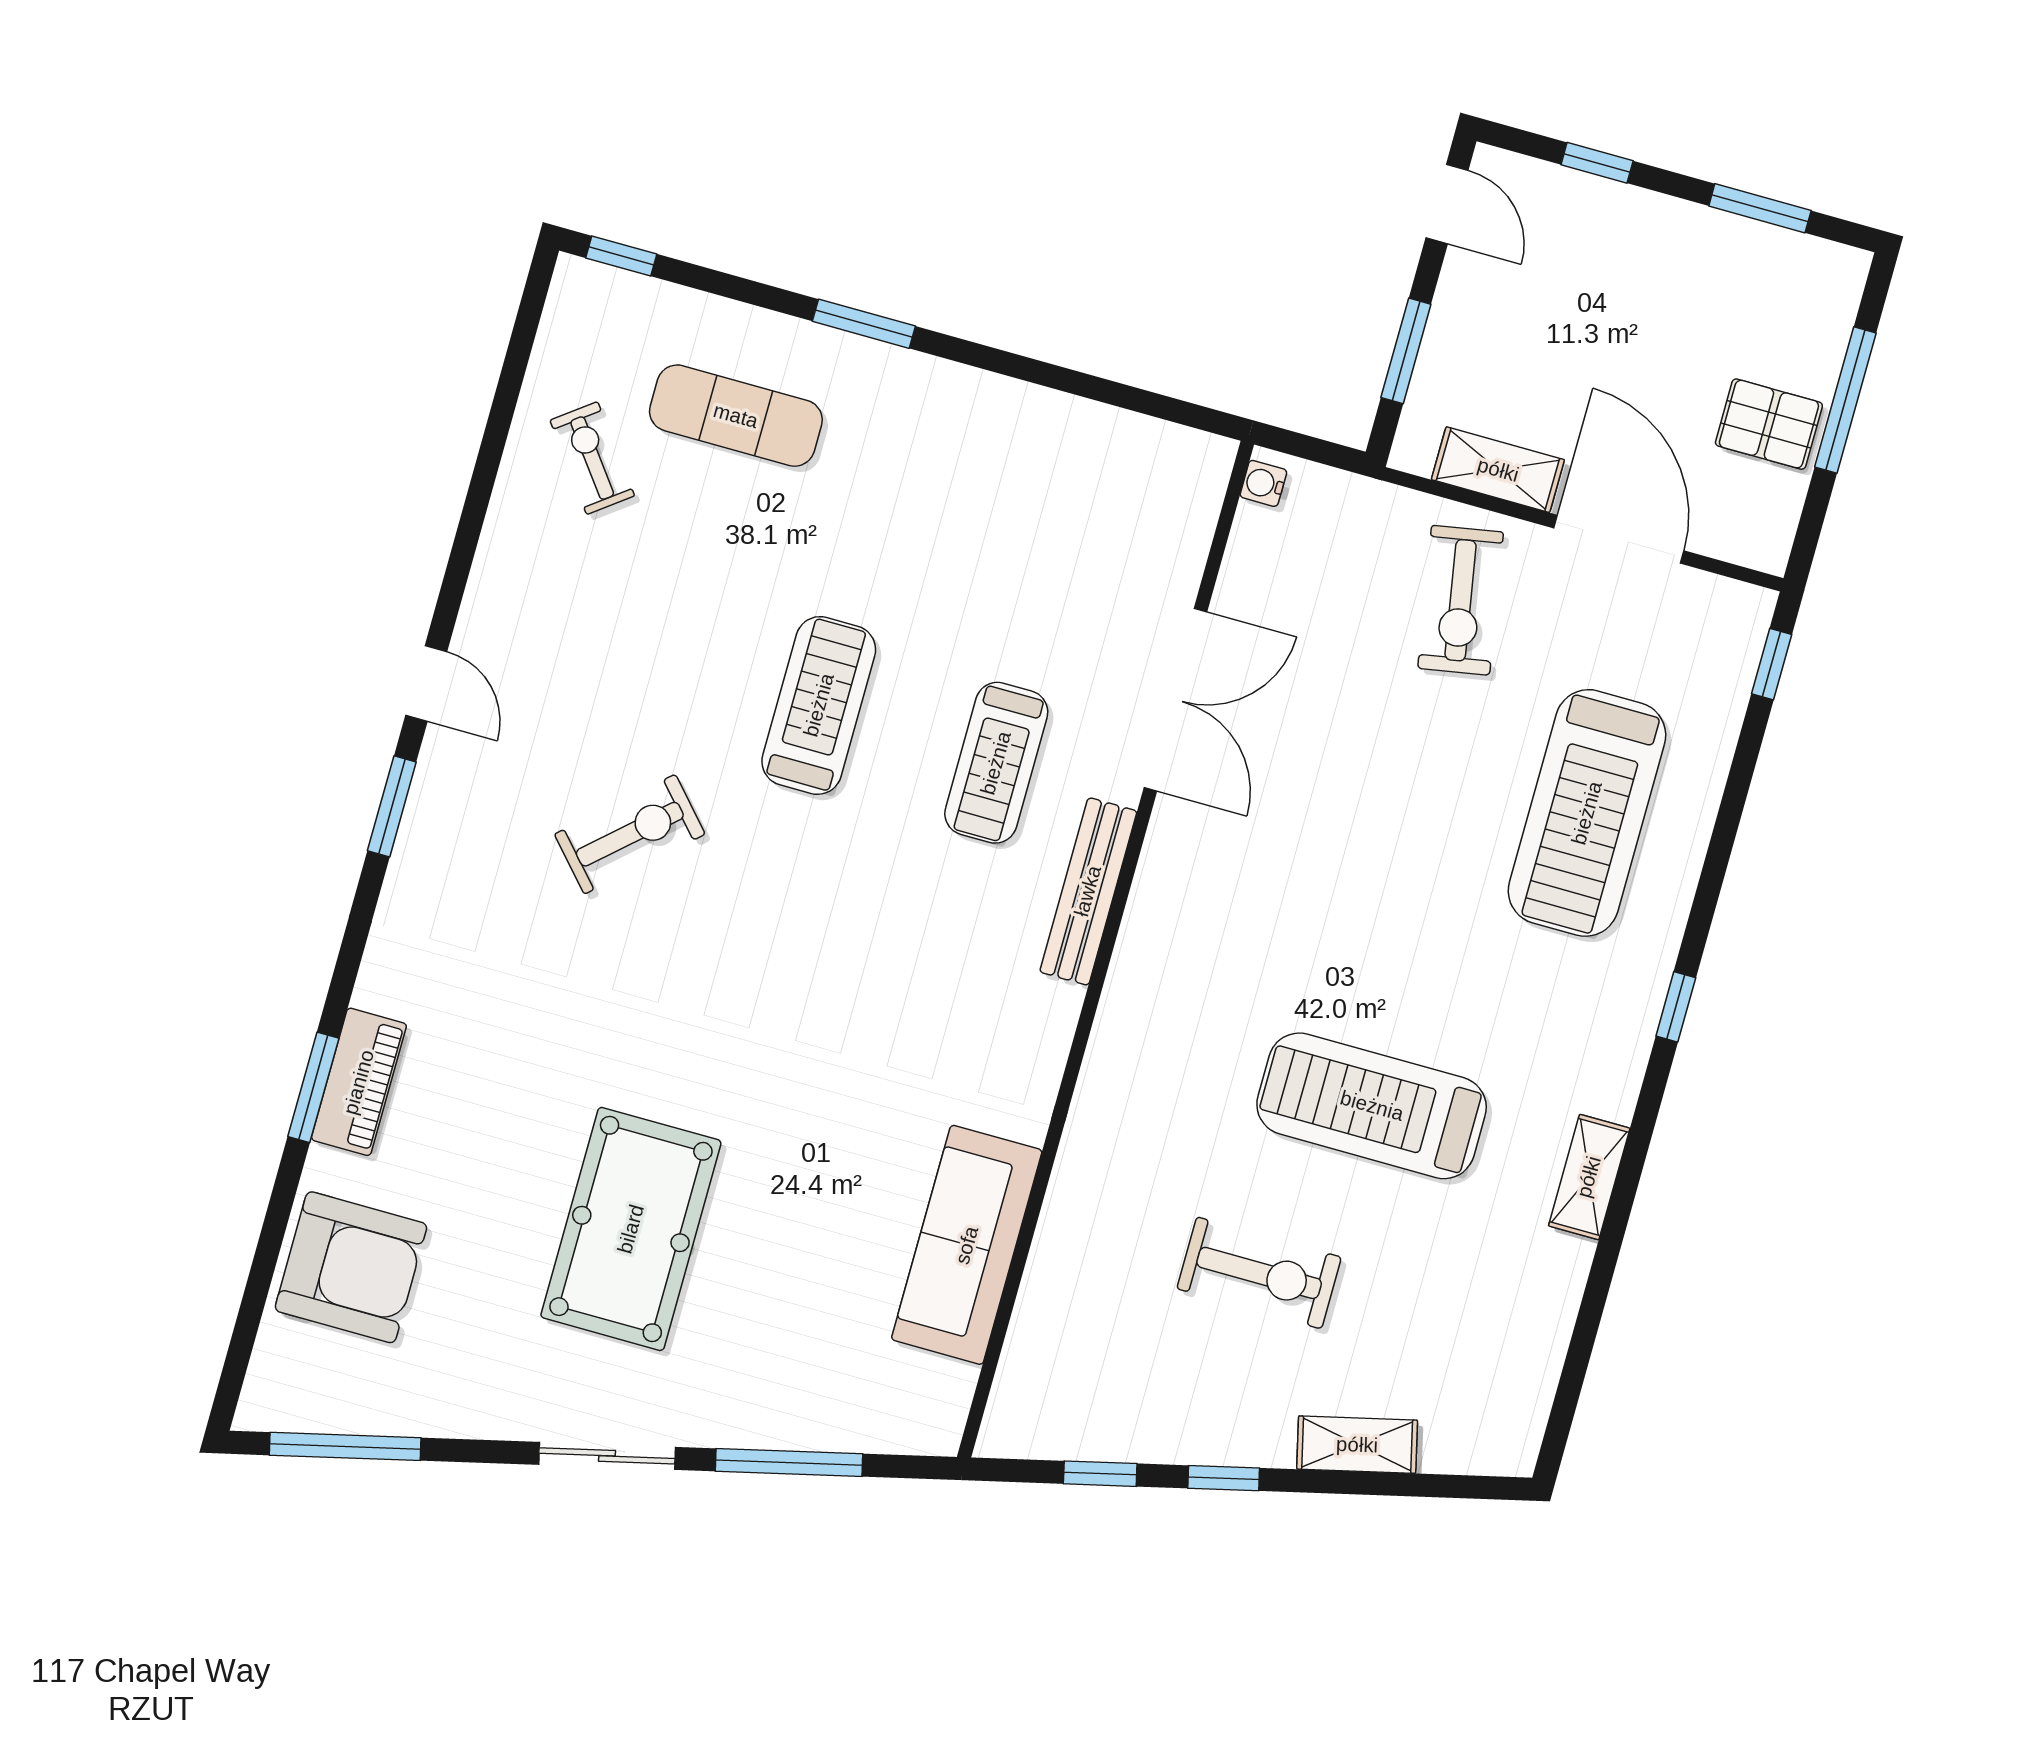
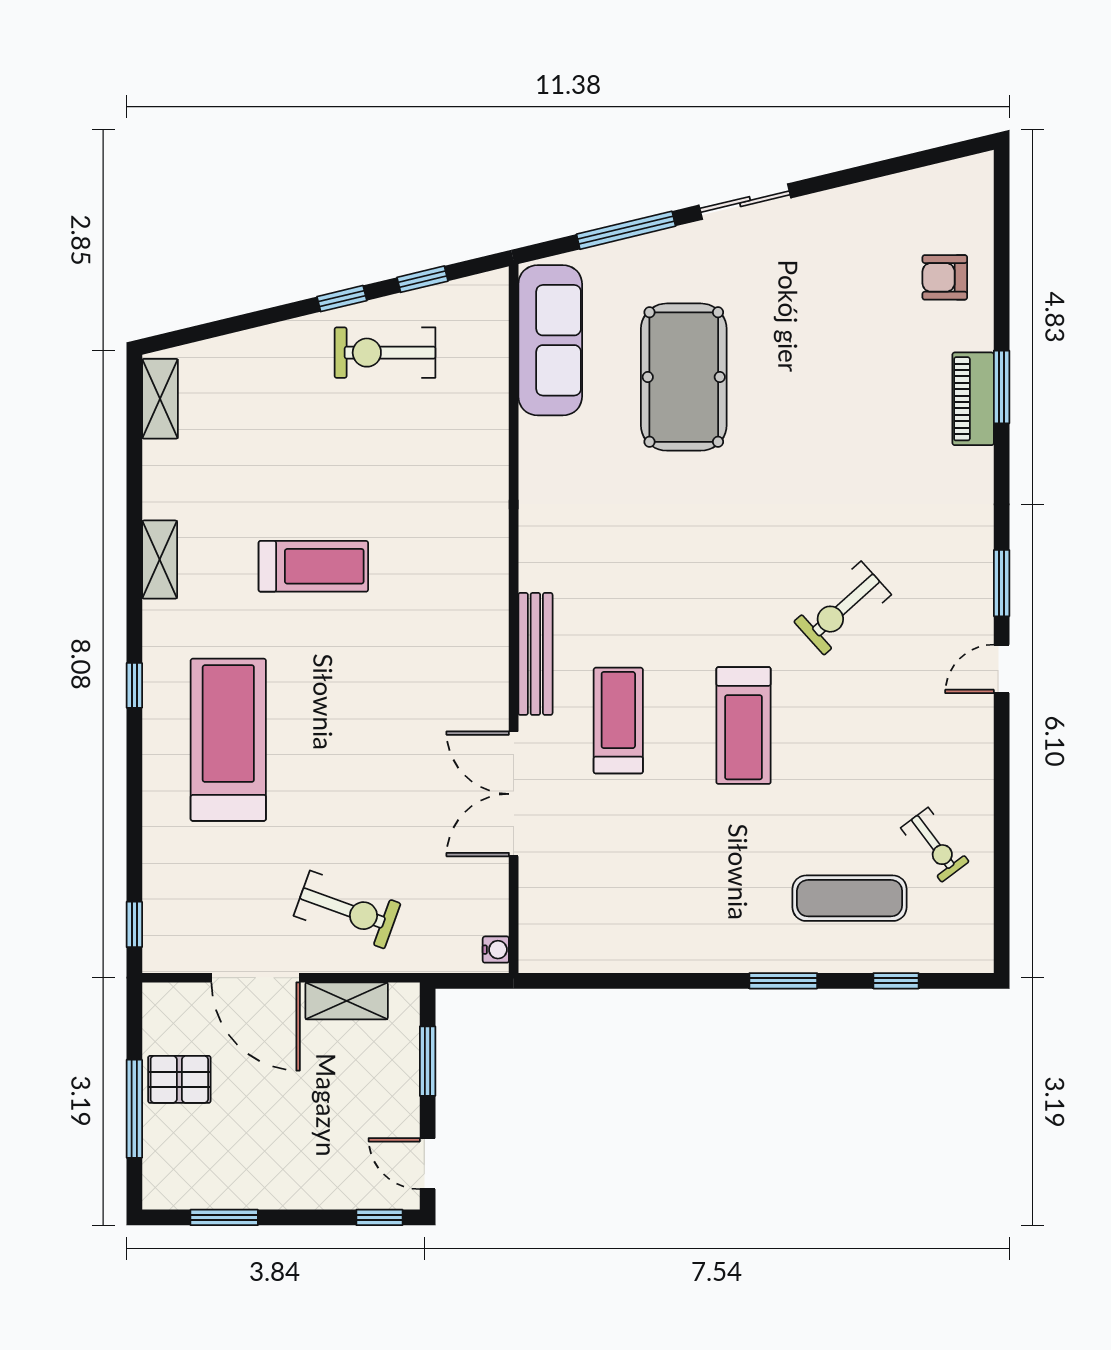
window: (1597, 163) -> (379, 1217), moved
window: (621, 256) -> (896, 981), moved
exercise bike: (1461, 600) -> (347, 910), turned 120
door: (426, 683) -> (1002, 669), hinge flipped
treadmill: (1587, 813) -> (228, 740), moved
treadmill: (1372, 1106) -> (313, 566), width x0.73, depth x0.73
pool table: (631, 1229) -> (684, 377), moved
sofa: (967, 1245) -> (550, 340), moved
armchair: (351, 1267) -> (945, 277), width x0.53, depth x0.53
exercise bike: (1259, 1273) -> (385, 353), moved
shelving: (1357, 1445) -> (160, 399), moved, turned -76
window: (345, 1446) -> (916, 160), removed

